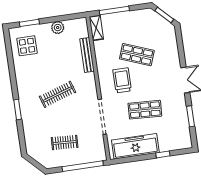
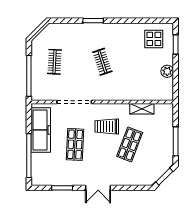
window: (114, 11) -> (176, 141), moved
shelving: (96, 28) -> (142, 109), moved
bench: (87, 55) -> (136, 96), removed
trolley: (122, 80) -> (107, 126), turned 180
clothes rail: (58, 94) -> (102, 62), width x0.73
window: (163, 154) -> (29, 156), width x3.17

